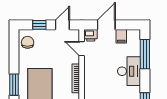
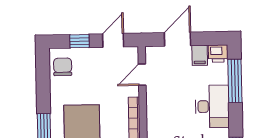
printer: (91, 35) -> (218, 54), moved
door: (82, 49) -> (142, 75), hinge flipped

